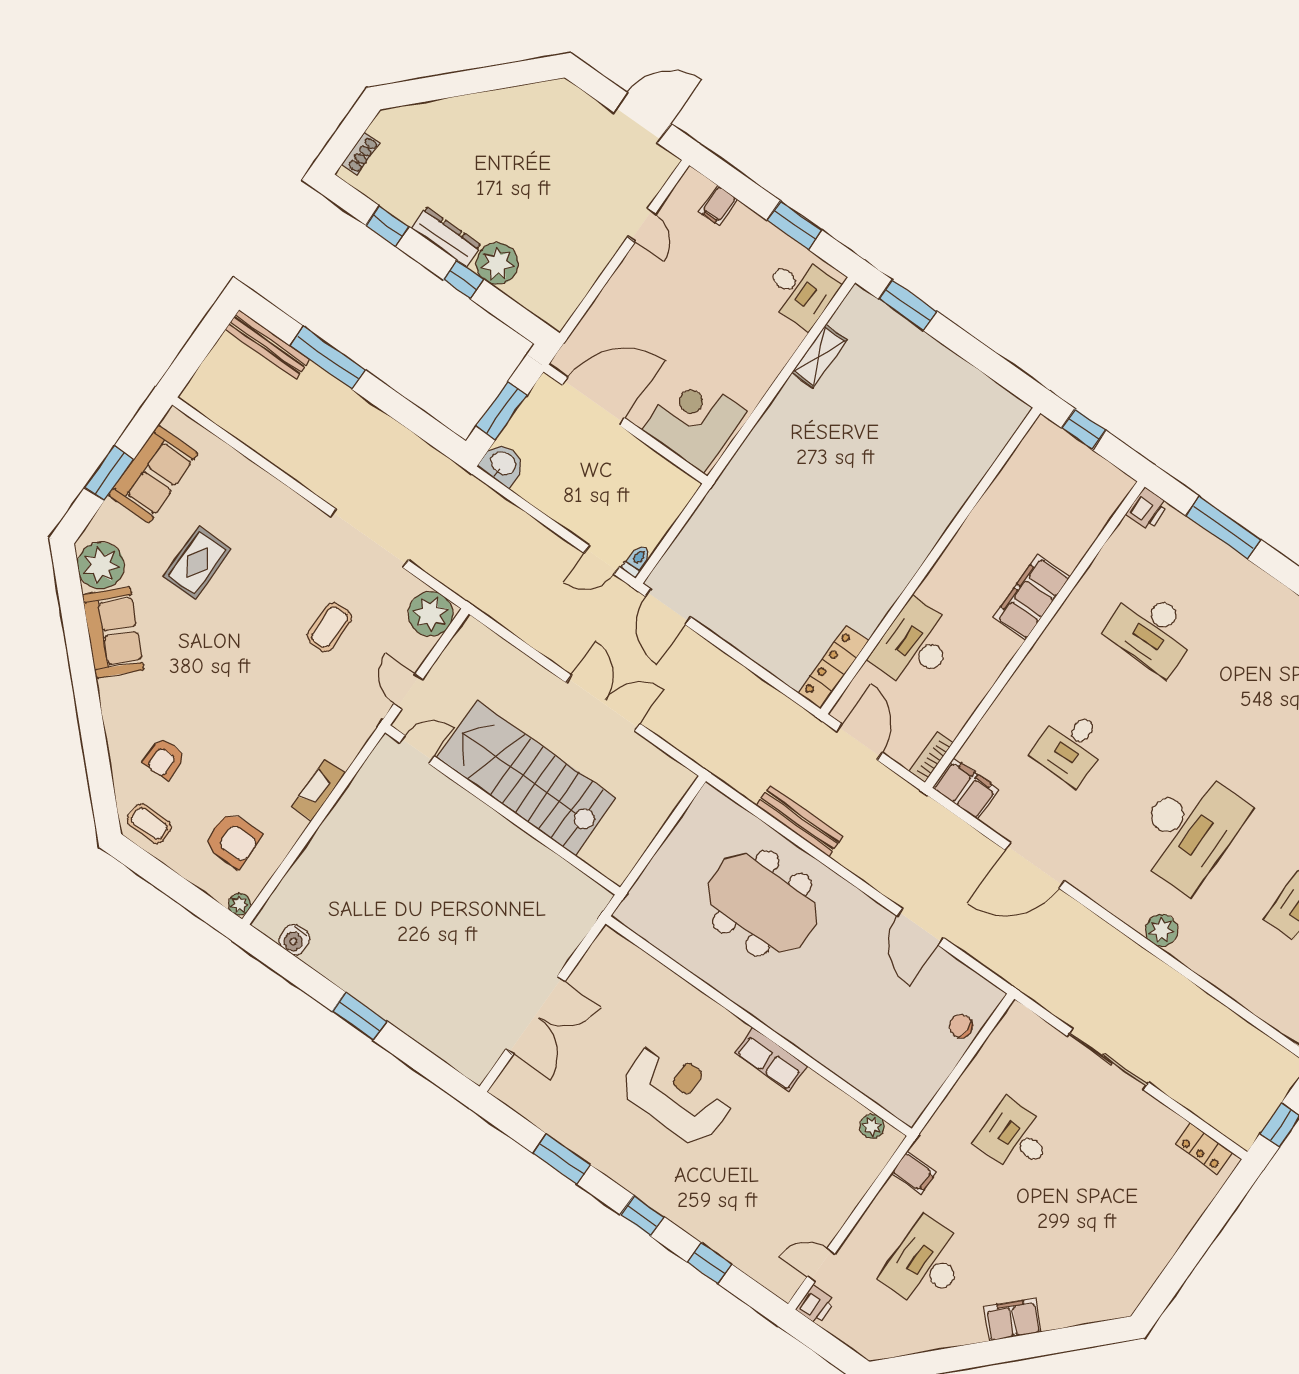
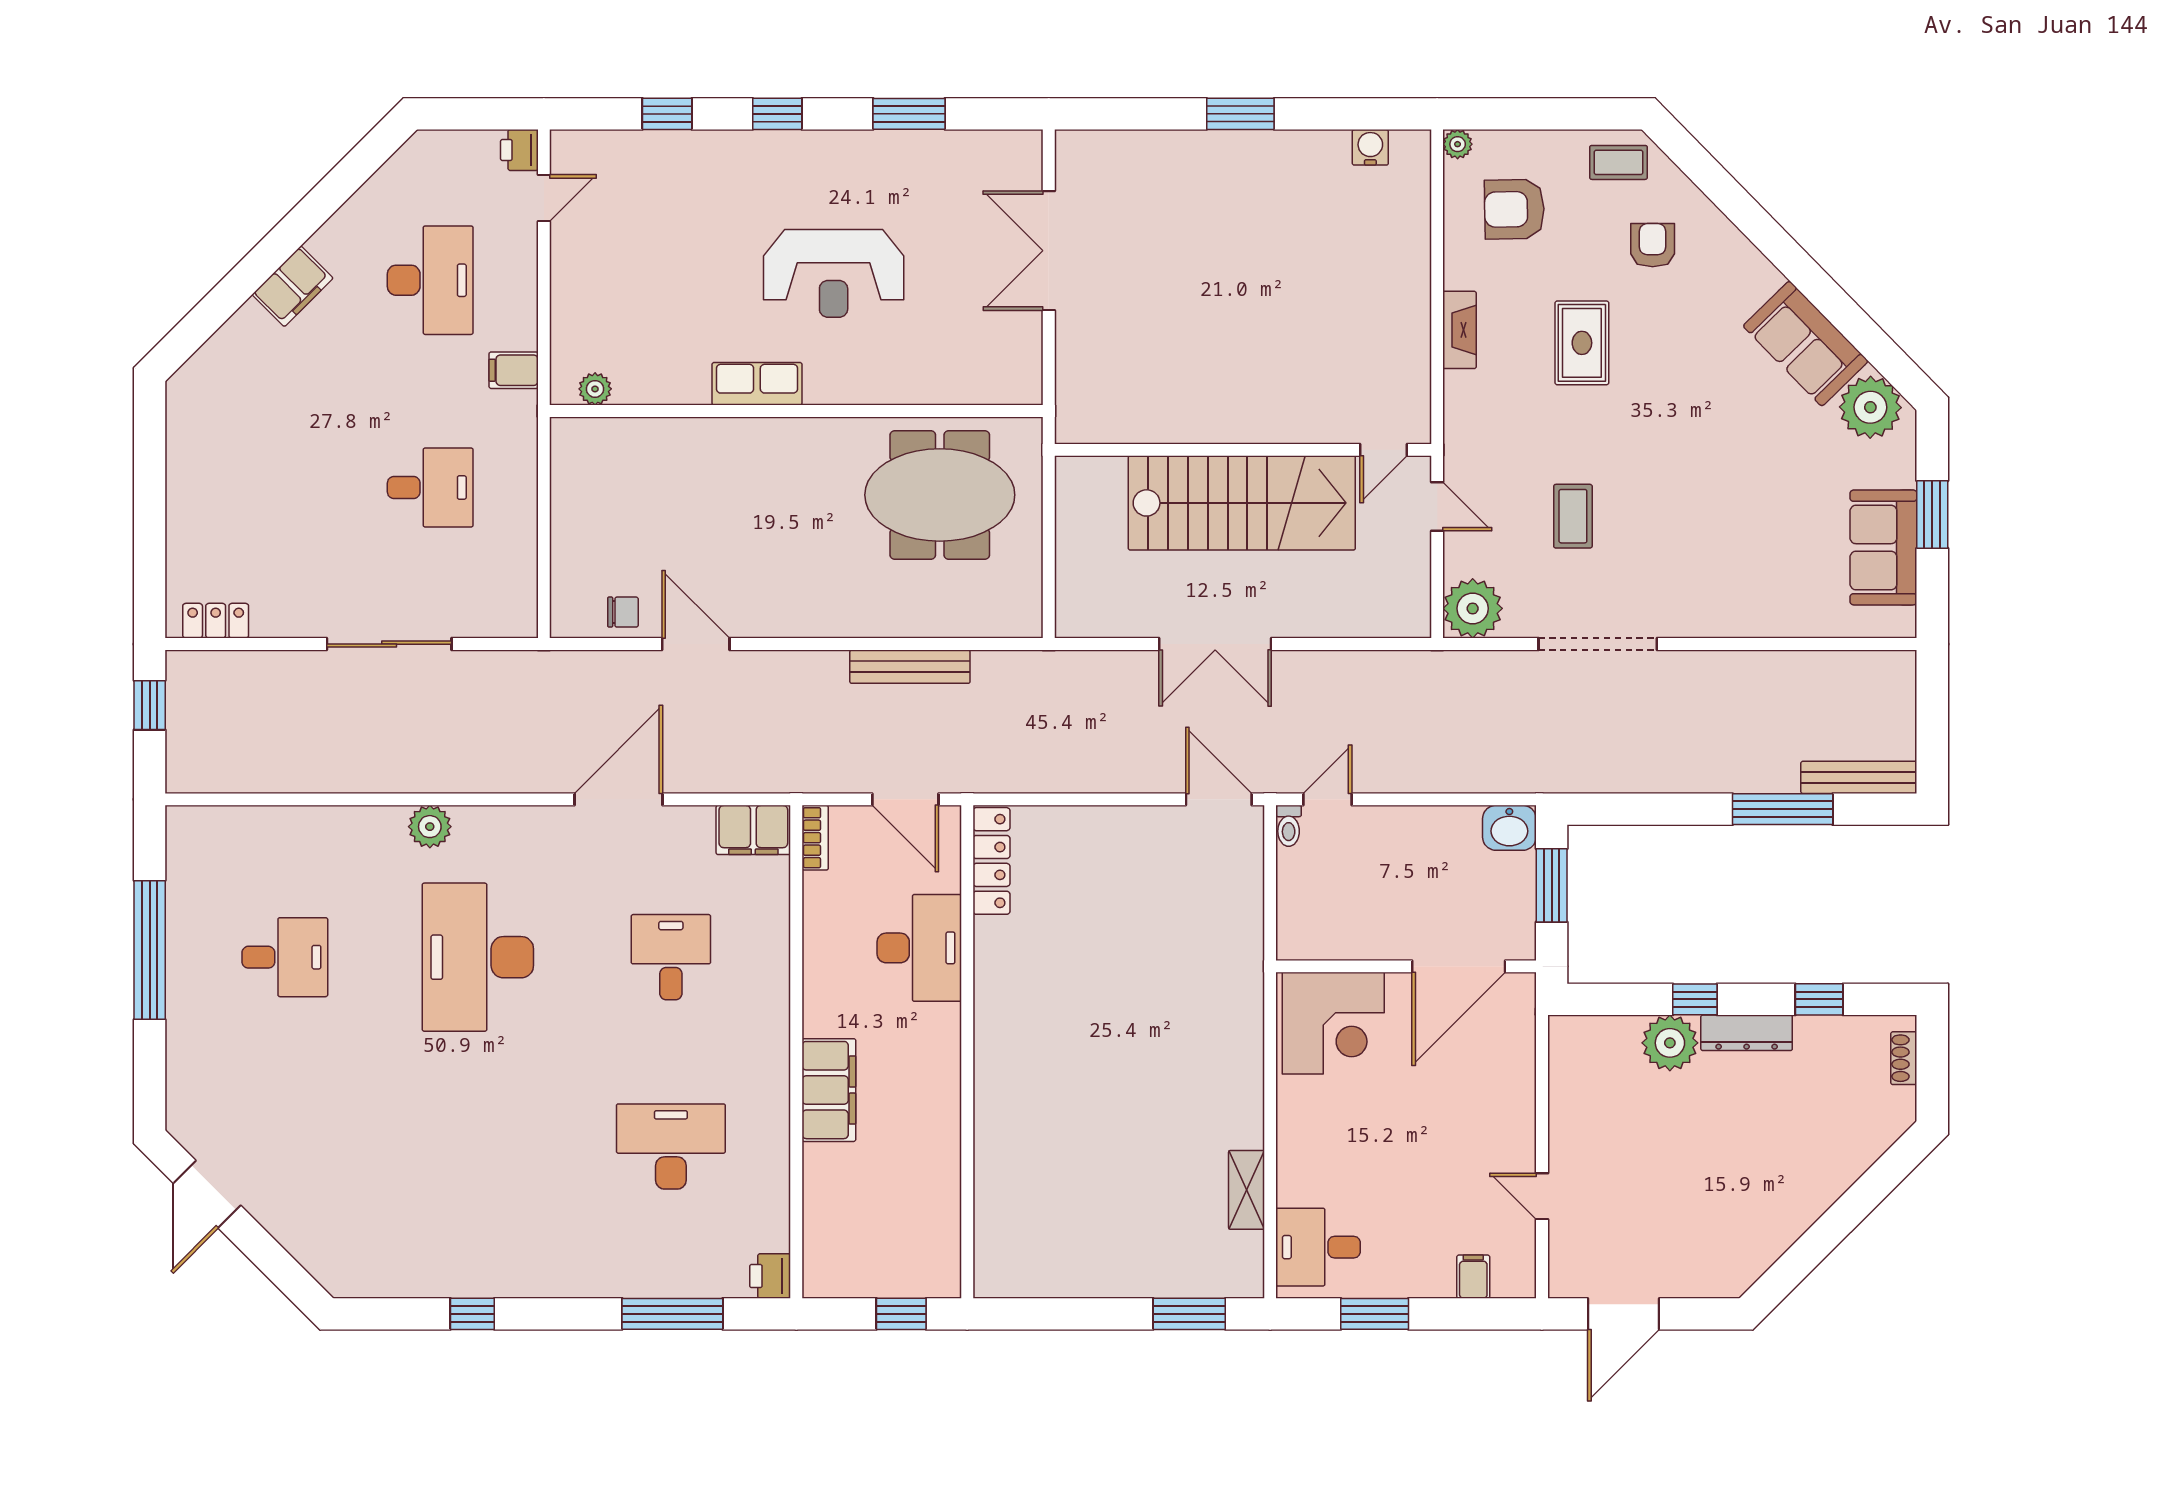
rug: (197, 563) -> (1582, 343), moved
meeting table: (762, 903) -> (940, 495), moved
chair: (961, 1026) -> (623, 612), moved

